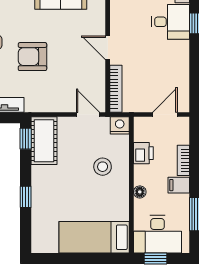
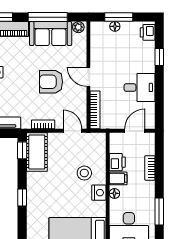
desk: (171, 22) -> (139, 87), moved
armchair: (32, 57) -> (51, 82), moved
bookcase: (52, 107) -> (43, 124), added
nightstand: (120, 125) -> (99, 193), moved, turned 90
filing cabinet: (179, 185) -> (118, 178), moved, turned 180

